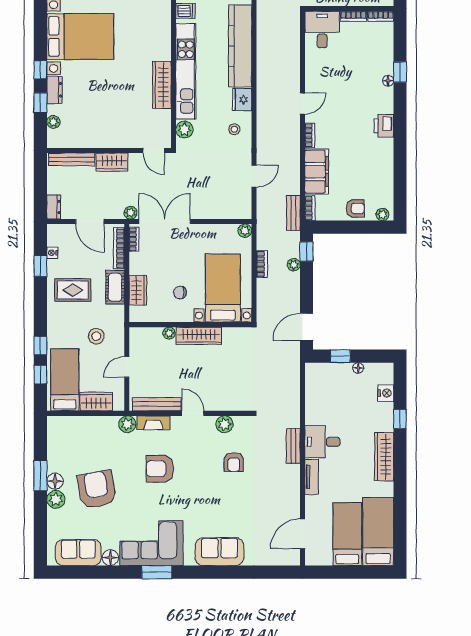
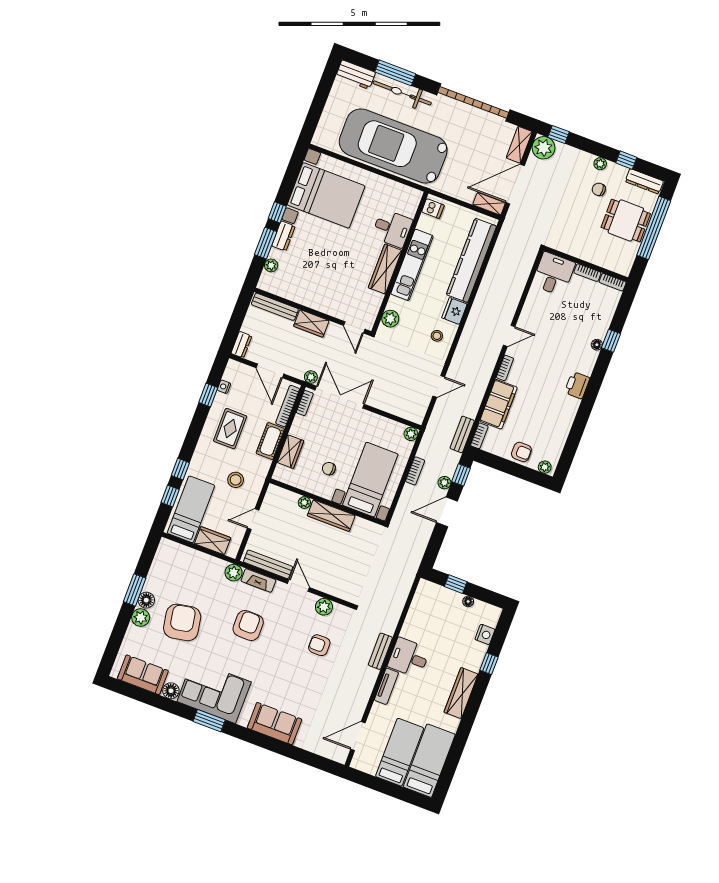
desk: (154, 44) -> (392, 228), added
kitchen unit: (186, 71) -> (412, 265), width x0.73
window: (40, 103) -> (266, 243), width x1.50
rug: (73, 290) -> (230, 429), turned 90
door: (306, 327) -> (447, 512), moved
armchair: (234, 462) -> (319, 645), turned 90
armchair: (160, 469) -> (248, 625), turned 90

